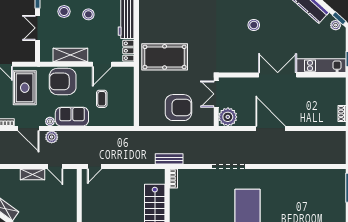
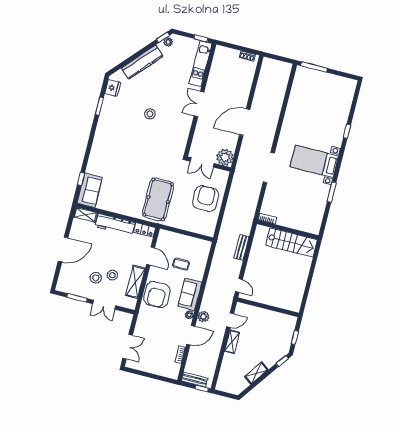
stool: (88, 14) -> (112, 275), moved
double door: (278, 75) -> (199, 104), width x0.73
rug: (25, 88) -> (154, 329), removed
bench: (169, 159) -> (241, 247), moved

